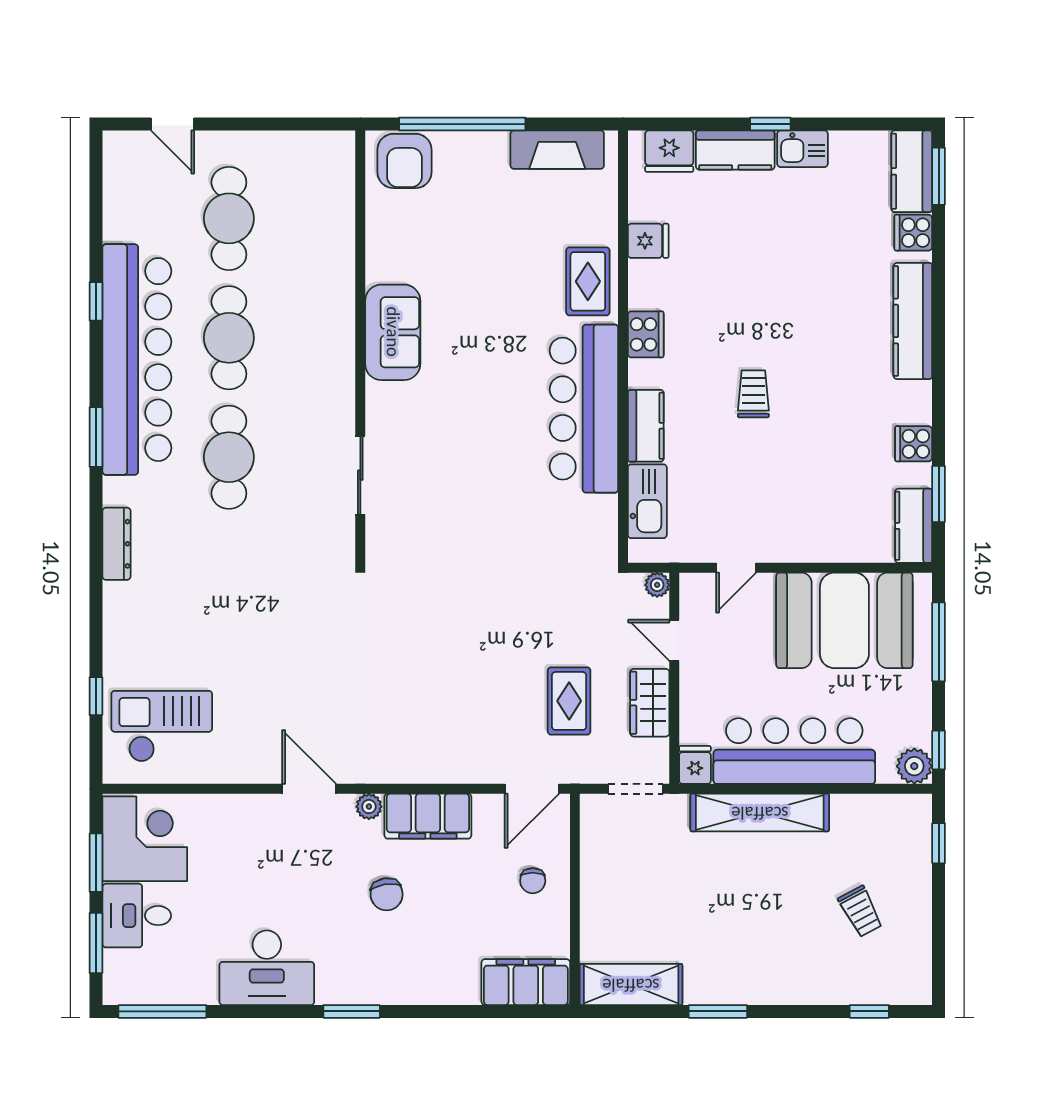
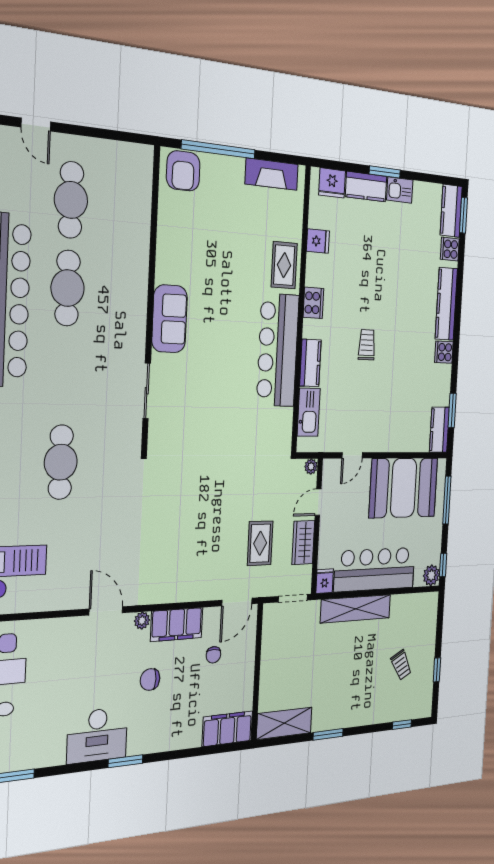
window: (770, 124) -> (385, 172), width x1.50
sofa: (393, 332) -> (170, 319), moved
cooker: (914, 444) -> (444, 352), moved
cafe table: (229, 457) -> (61, 462), moved
door: (674, 640) -> (318, 502), hinge flipped
window: (939, 843) -> (437, 670), moved
chair: (533, 881) -> (213, 655), moved
chair: (387, 894) -> (150, 679), turned 99
desk: (267, 968) -> (97, 735), moved

